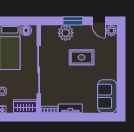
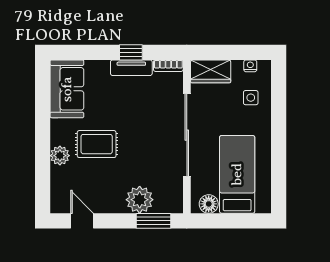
window: (73, 21) -> (153, 221), moved
plant: (111, 31) -> (60, 156), moved
rug: (82, 57) -> (97, 144), moved
window: (71, 117) -> (131, 52), added

